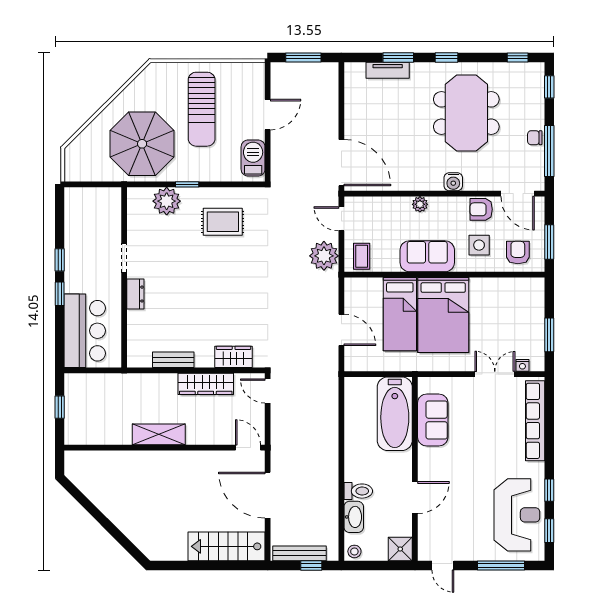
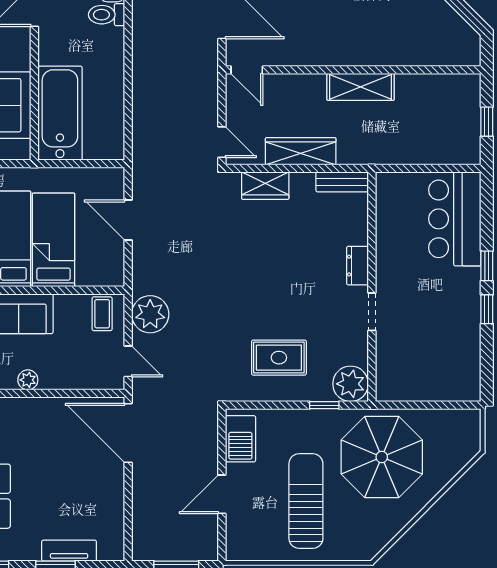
doorway: (124, 258) -> (372, 312), moved
wall: (124, 277) -> (372, 287), moved
dresser: (135, 294) -> (357, 266), moved

